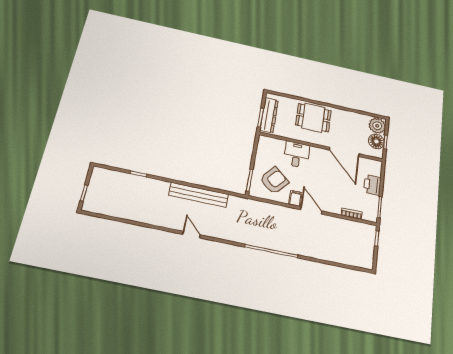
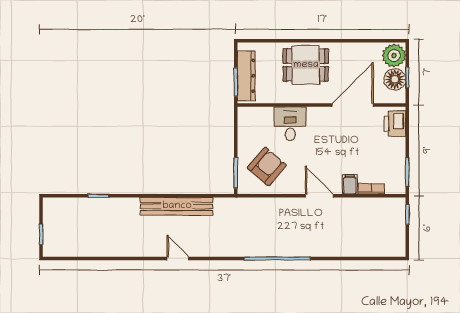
door: (344, 152) -> (353, 105), swing flipped
printer: (372, 185) -> (395, 124), moved
filing cabinet: (295, 198) -> (350, 184), moved

